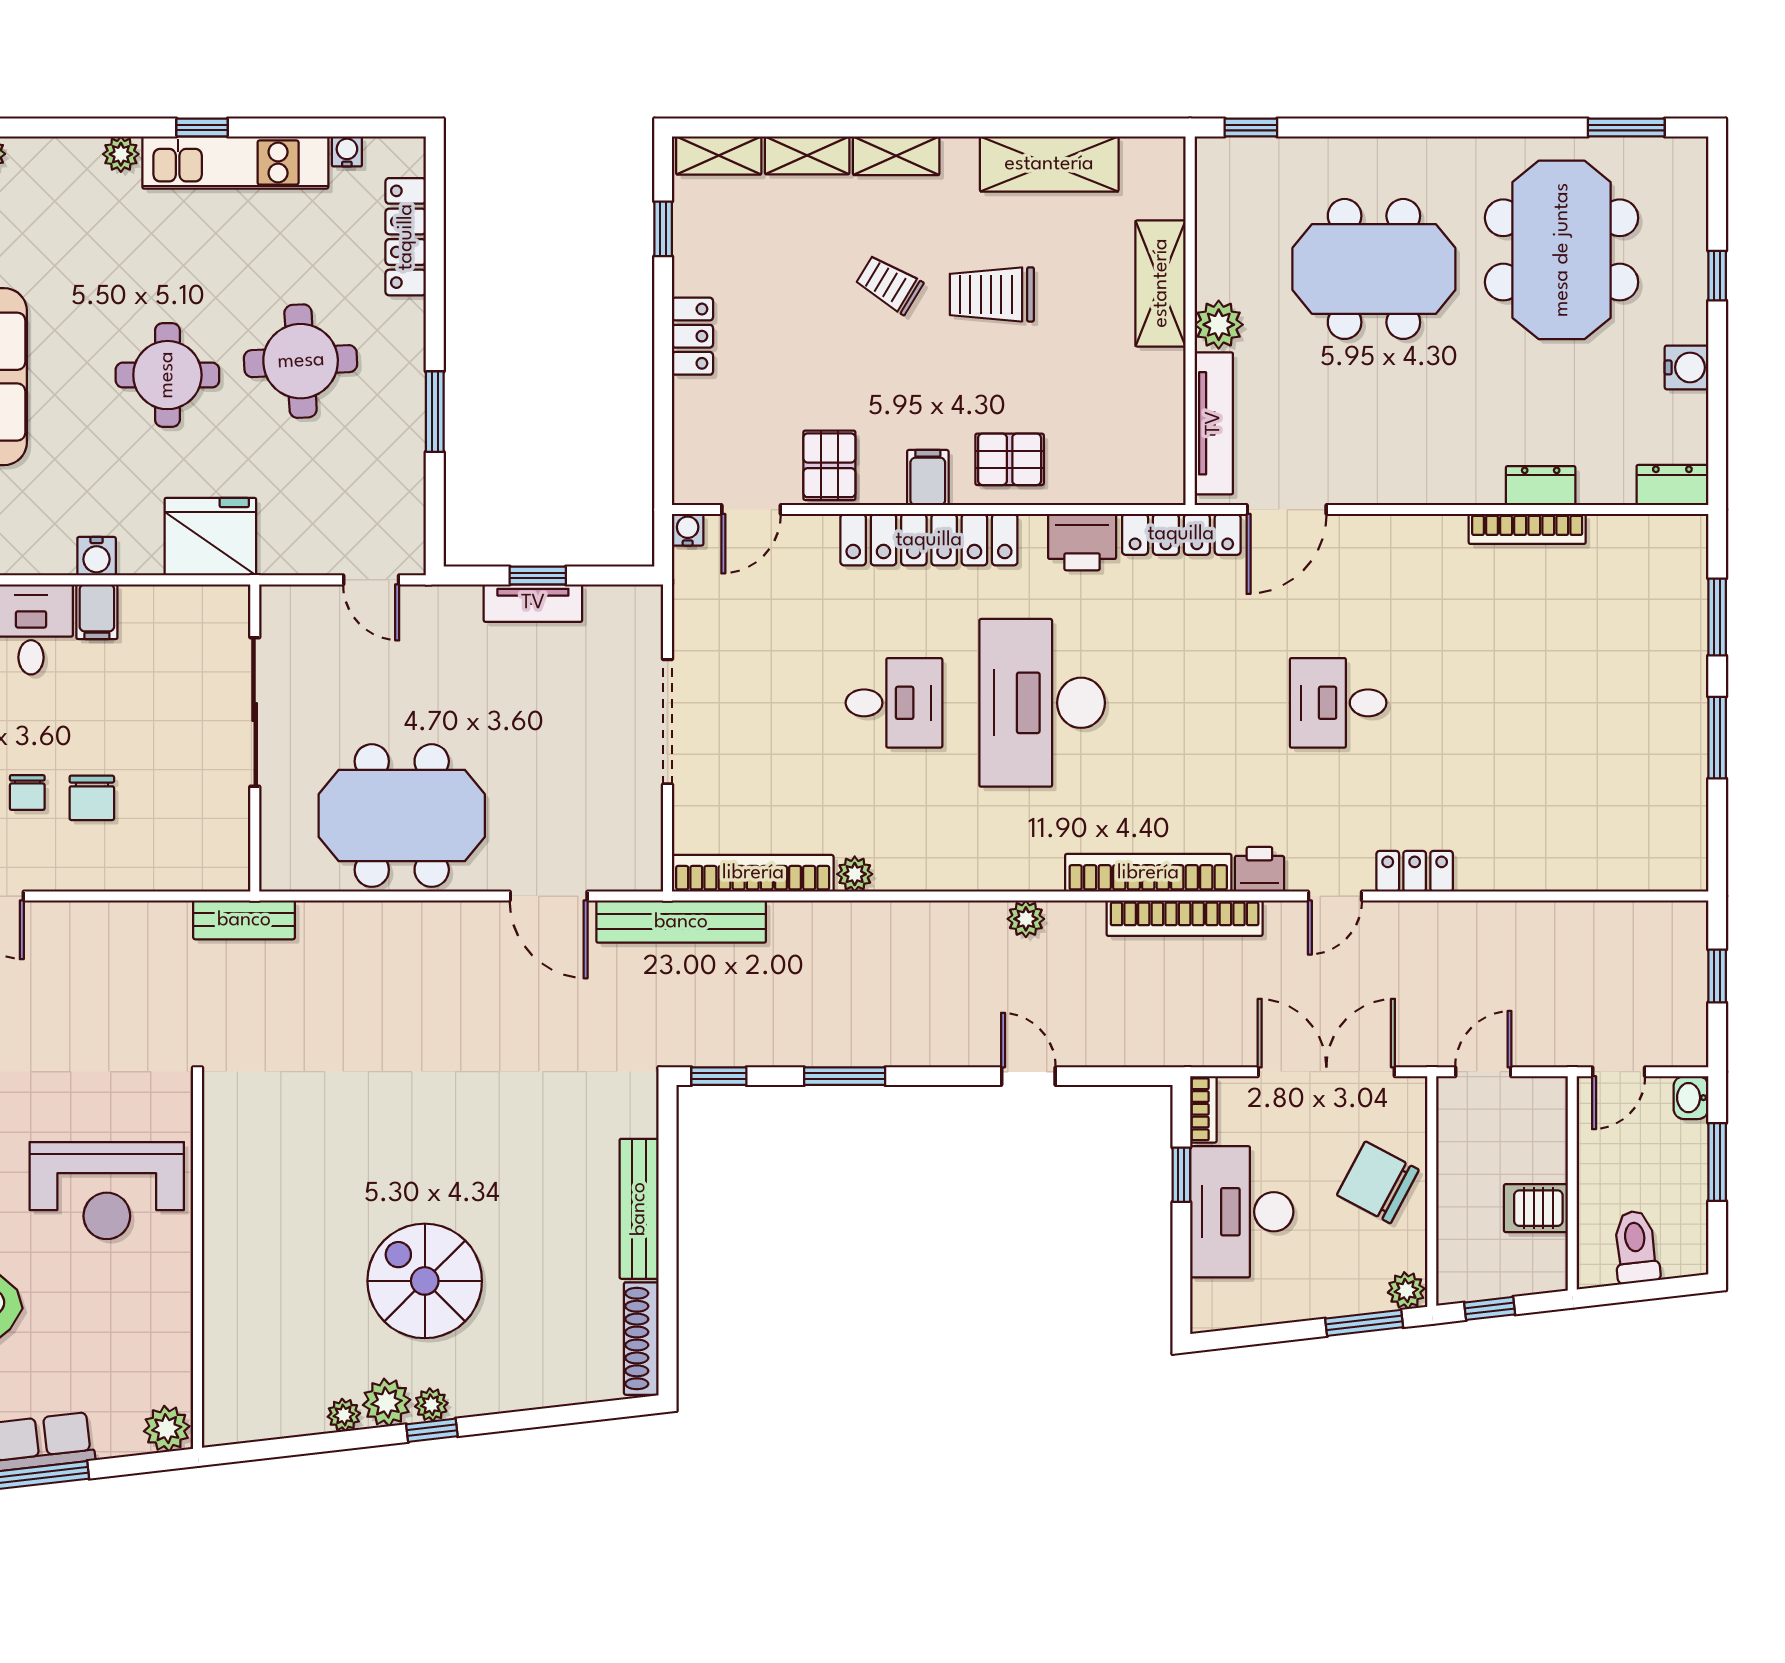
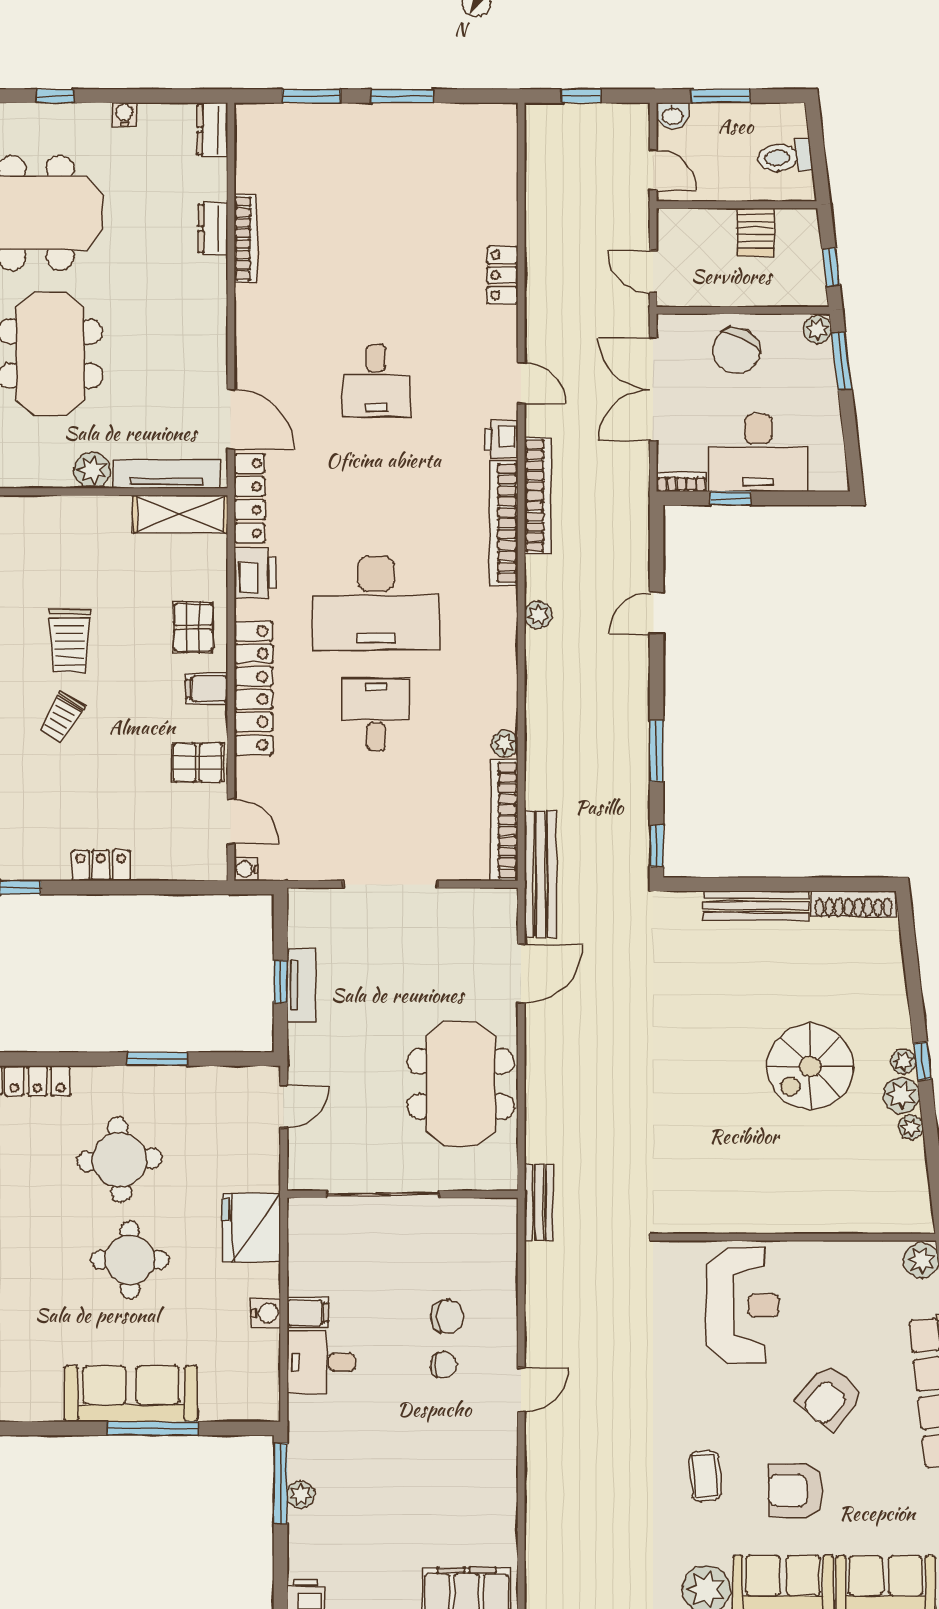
shelving: (1161, 283) -> (180, 514), moved
water cooler: (1687, 367) -> (124, 114), width x0.72, depth x0.72
locker: (1415, 871) -> (503, 275), moved

